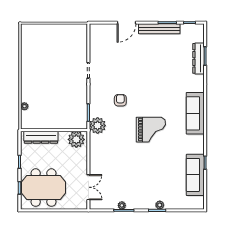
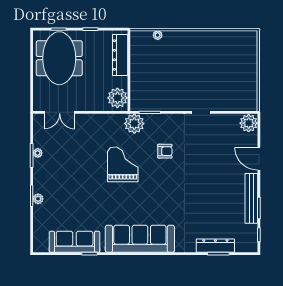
plant: (97, 31) -> (249, 123), added
sofa: (195, 113) -> (140, 239), width x1.36, depth x1.27
grand piano: (151, 130) -> (123, 164), moved, turned 180

